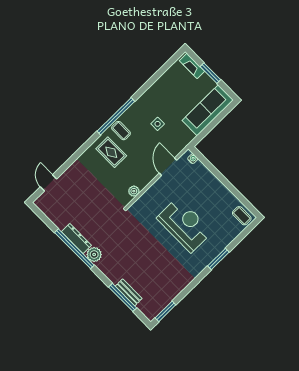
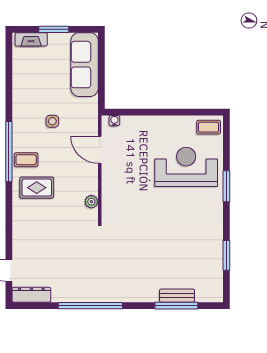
reception desk: (185, 225) -> (186, 167), moved
dresser: (76, 239) -> (31, 295), moved
plant: (94, 254) -> (113, 293), removed
window: (165, 311) -> (226, 255), moved

